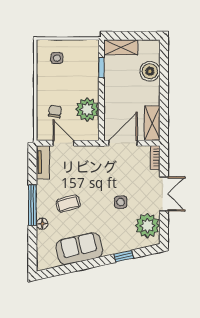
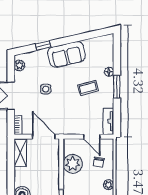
plant: (43, 84) -> (109, 185), added
door: (123, 143) -> (44, 137), swing flipped
window: (32, 205) -> (117, 87), width x0.69
plant: (147, 226) -> (19, 65), width x0.53, depth x0.53
sofa: (79, 249) -> (66, 54), moved

